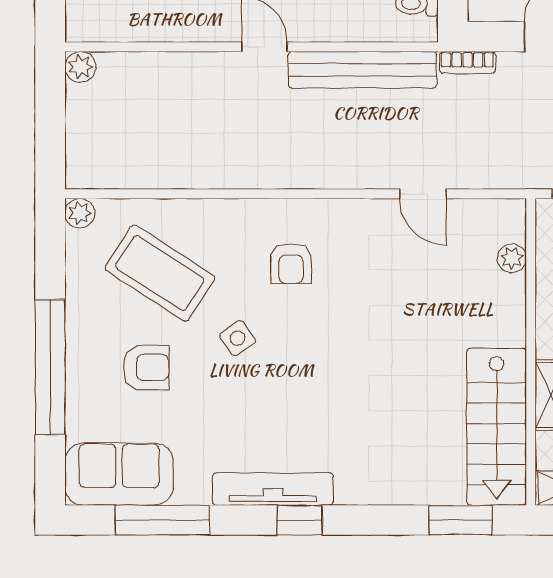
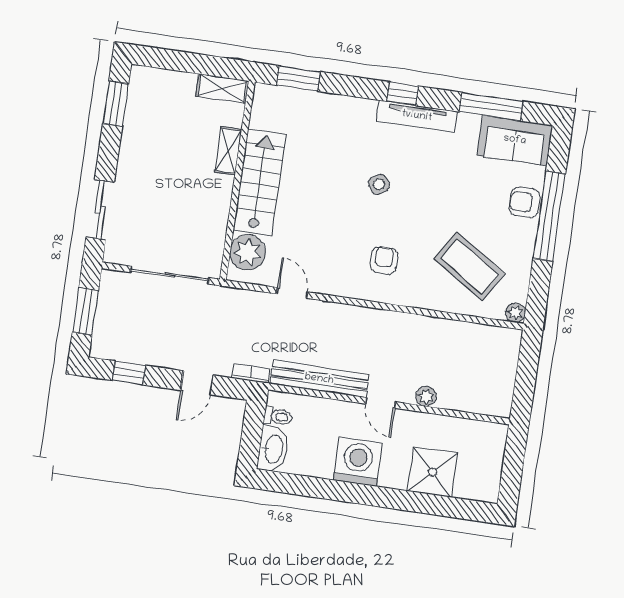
plant: (80, 67) -> (426, 396), moved
plant: (512, 258) -> (248, 252), width x1.88, depth x1.88
side table: (238, 338) -> (379, 184), moved
armchair: (146, 367) -> (525, 202), moved
stairs: (497, 427) -> (260, 182), moved

